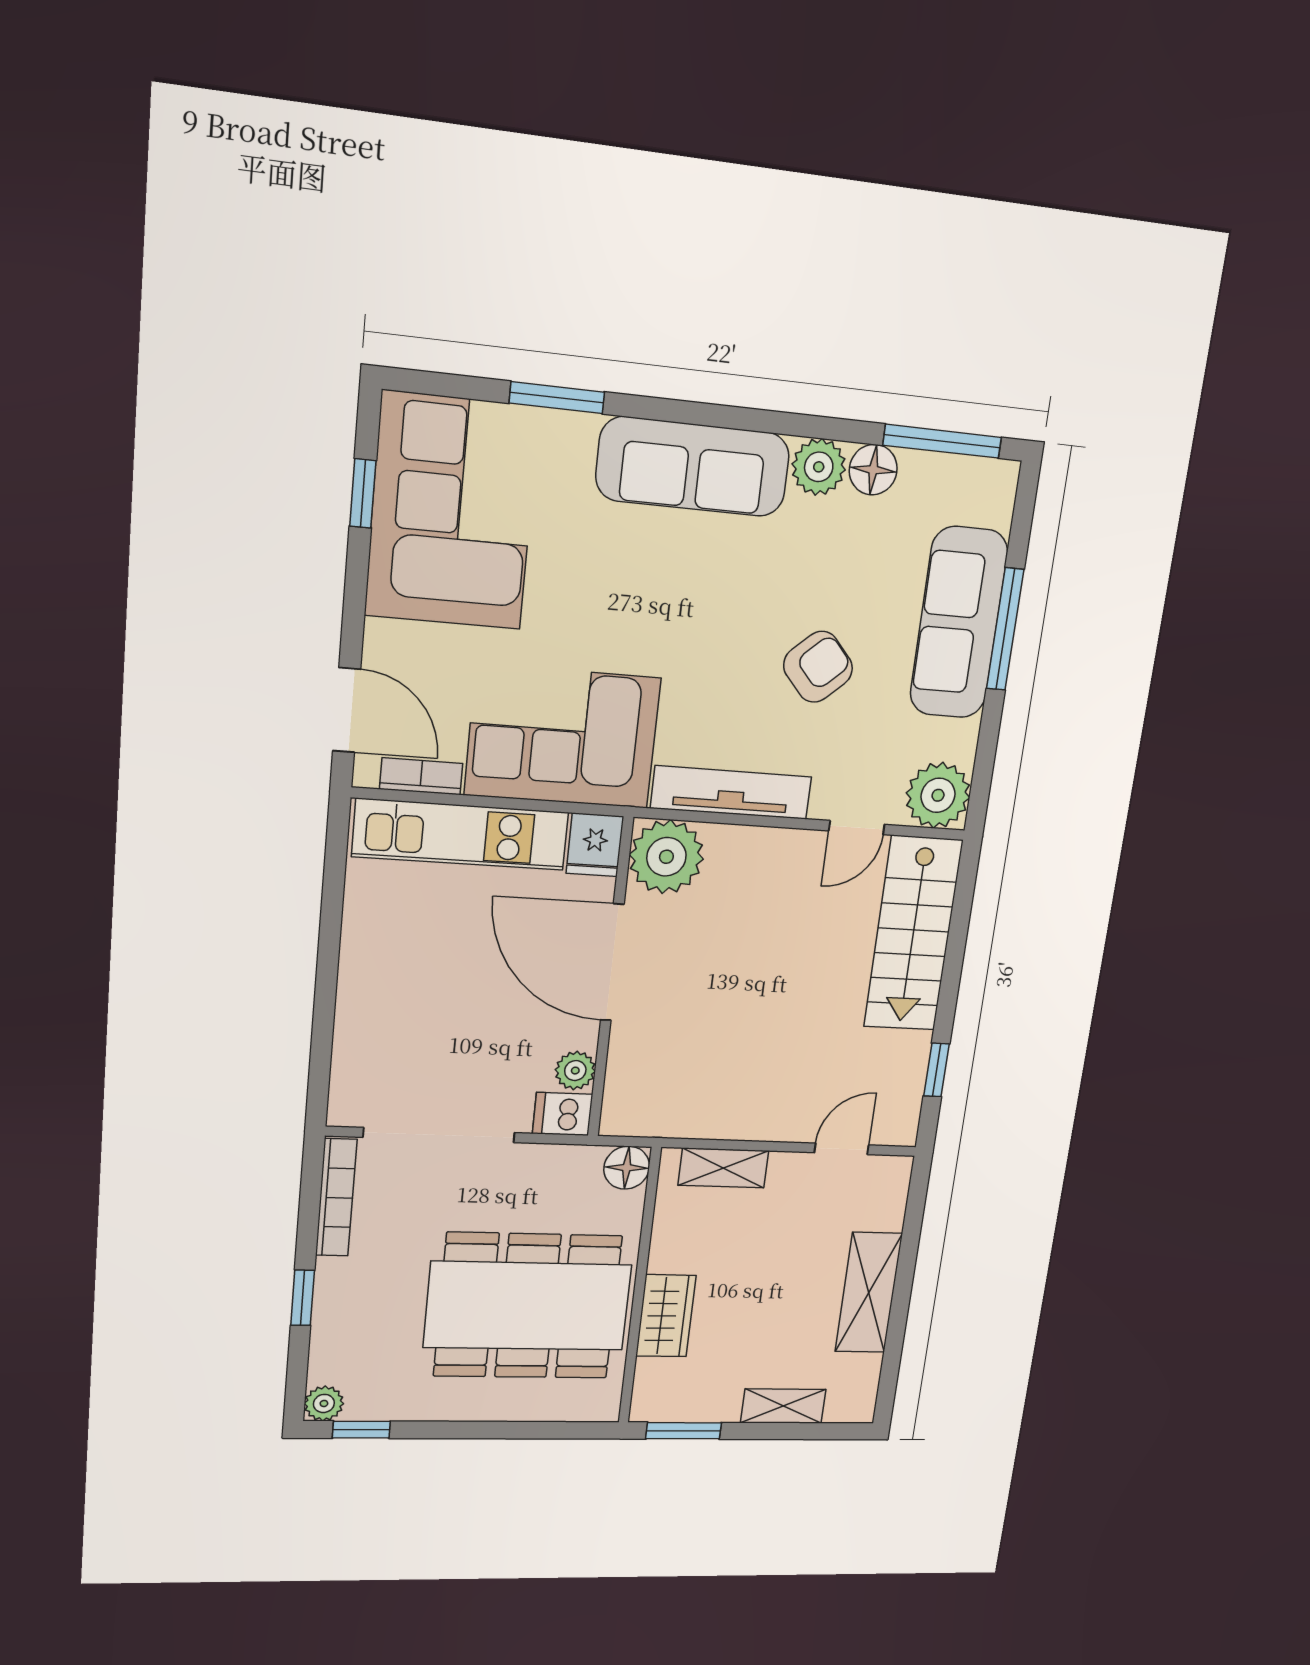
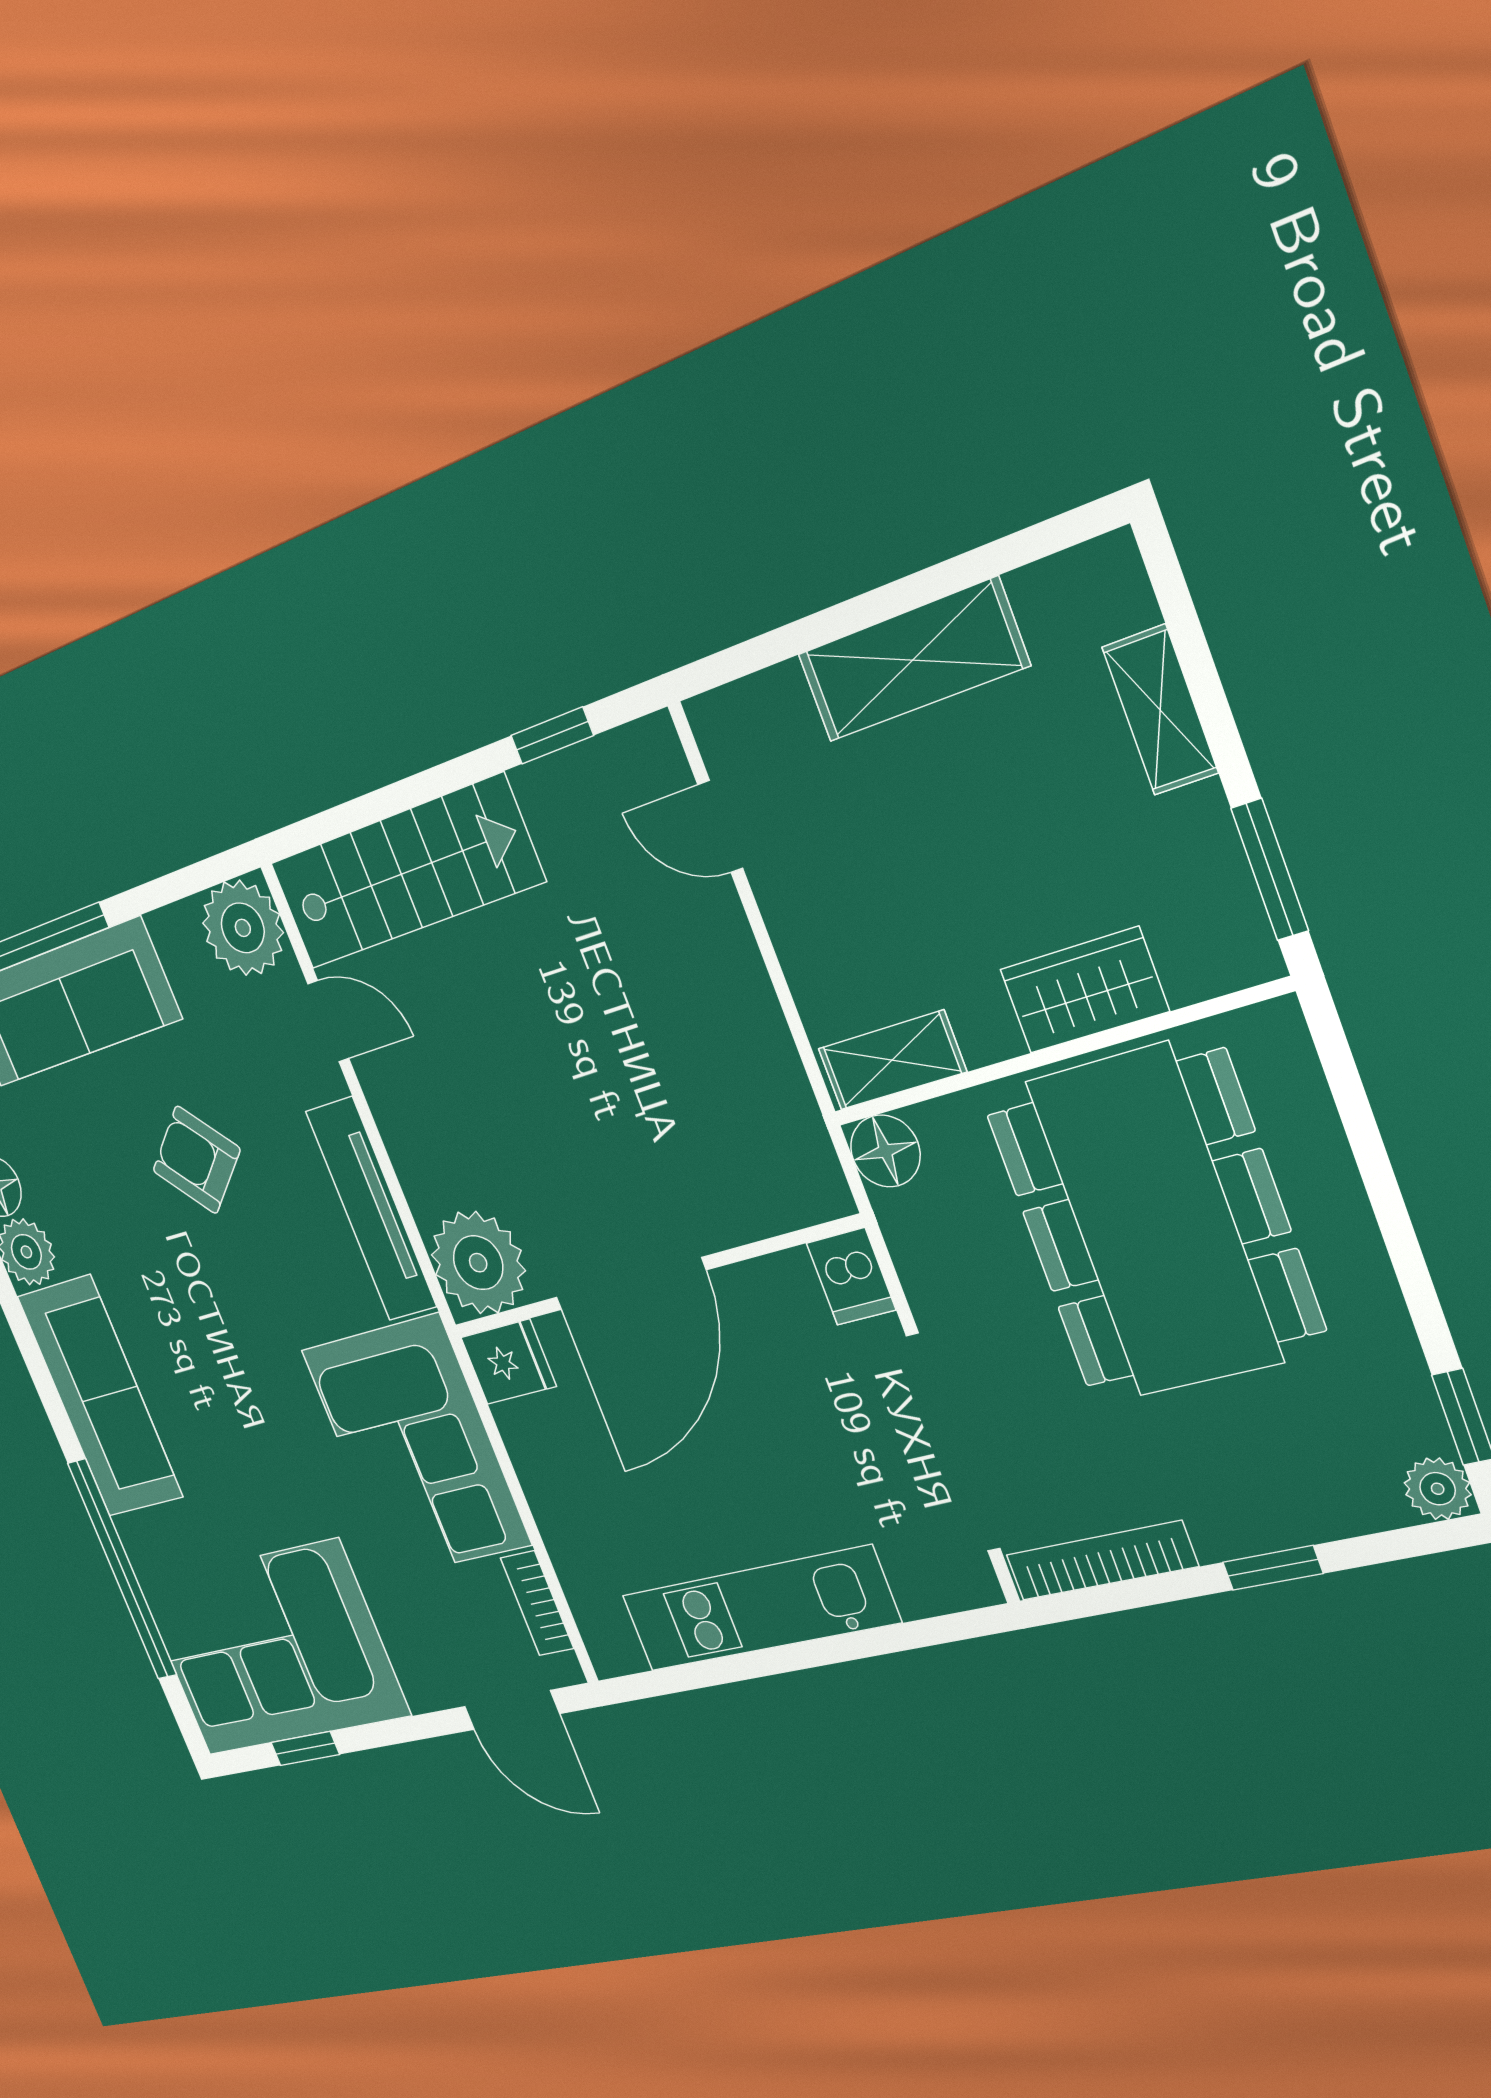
window: (557, 398) -> (122, 1569), width x2.11
door: (347, 710) -> (512, 1710), swing flipped
kitchen unit: (461, 834) -> (759, 1609), moved, turned -90
plant: (575, 1071) -> (786, 1281), removed
shelving: (723, 1168) -> (892, 1060), moved, turned 90

